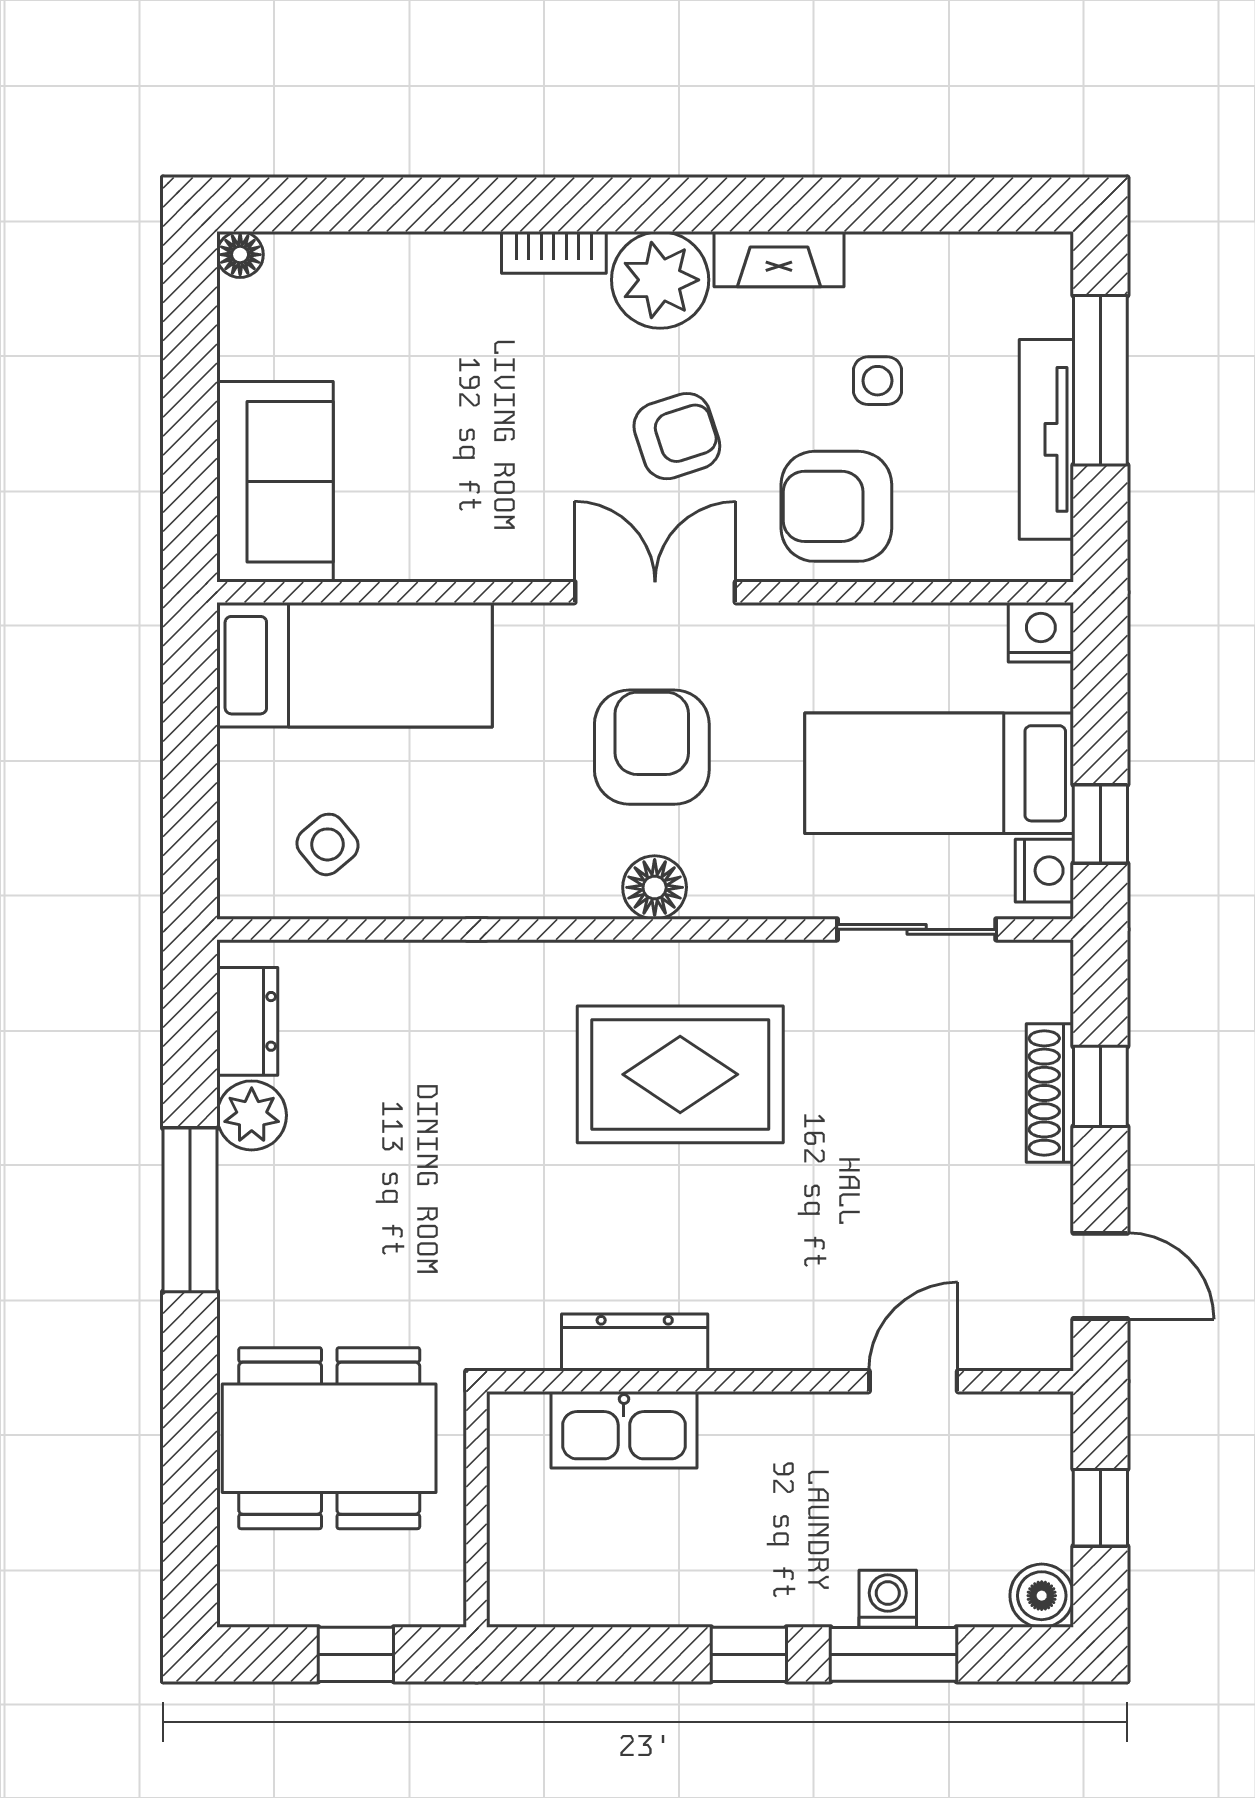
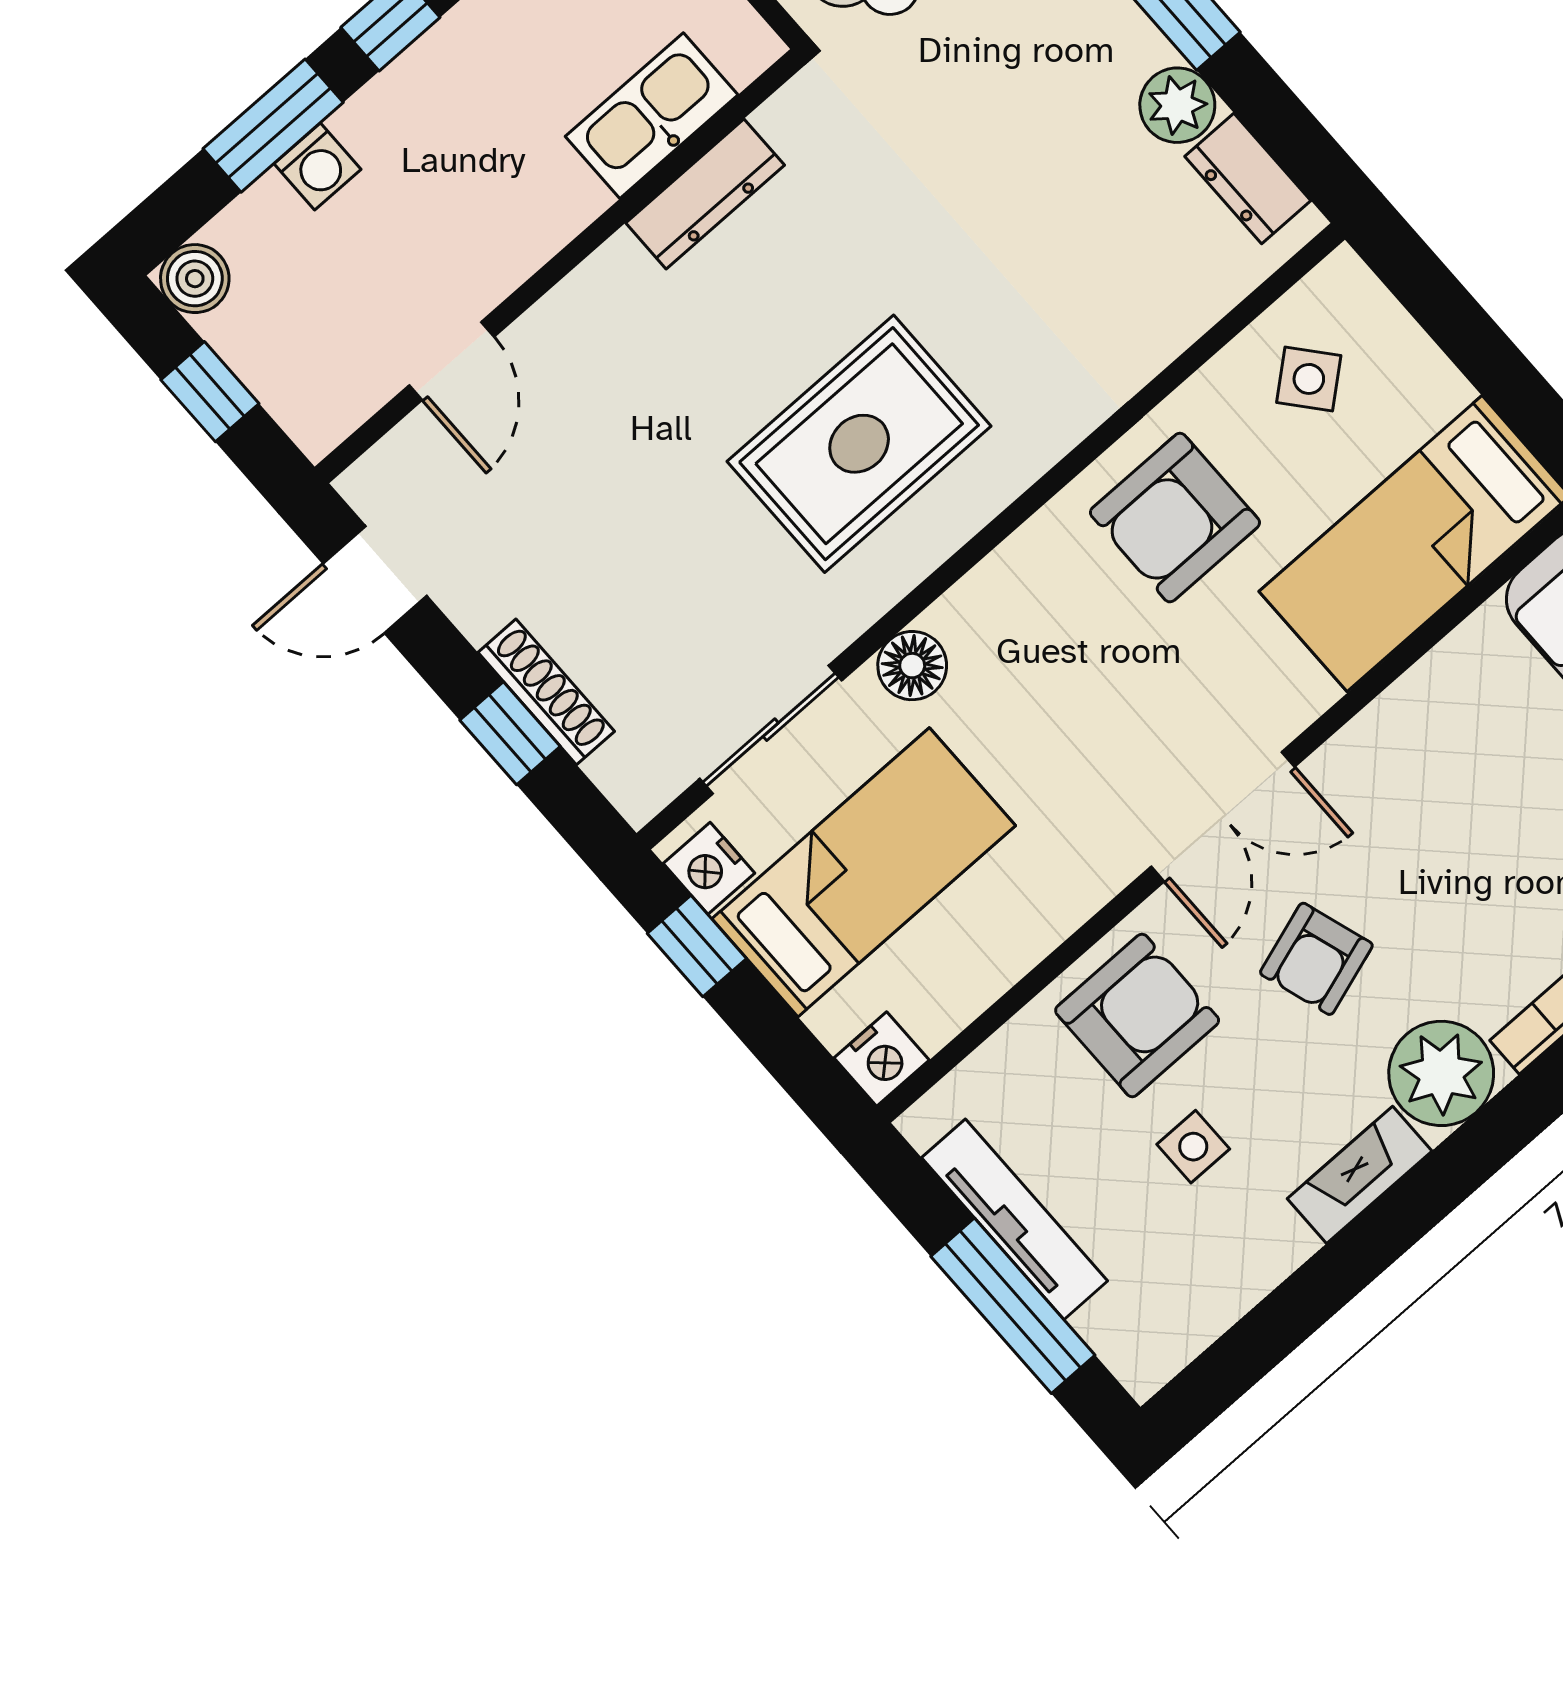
armchair: (652, 747) -> (1175, 518), moved, turned 90
floor lamp: (655, 887) -> (912, 666), moved

